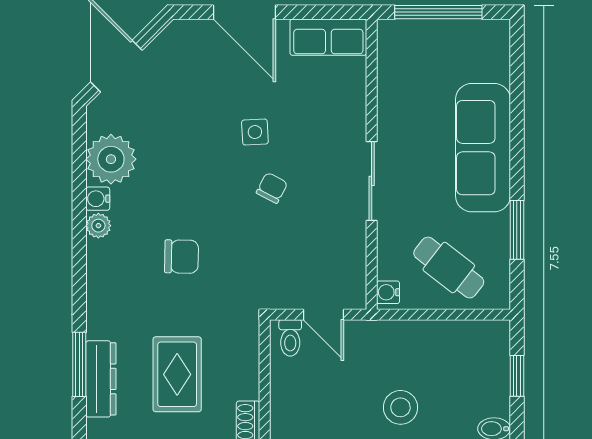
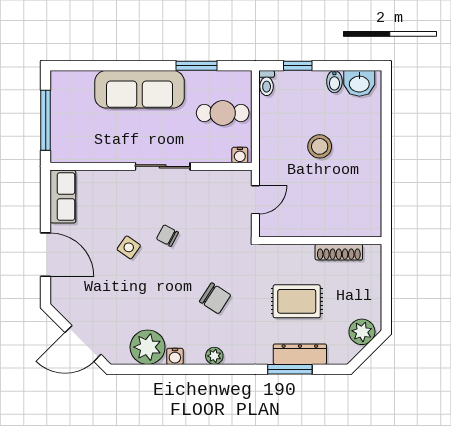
door: (244, 12) -> (46, 255), hinge flipped
side table: (255, 132) -> (129, 247), turned 38
plant: (98, 226) -> (214, 356), moved
chair: (181, 257) -> (215, 298), turned 122
cafe table: (449, 268) -> (223, 113), turned 52
toilet: (290, 338) -> (267, 83), moved, turned 90

